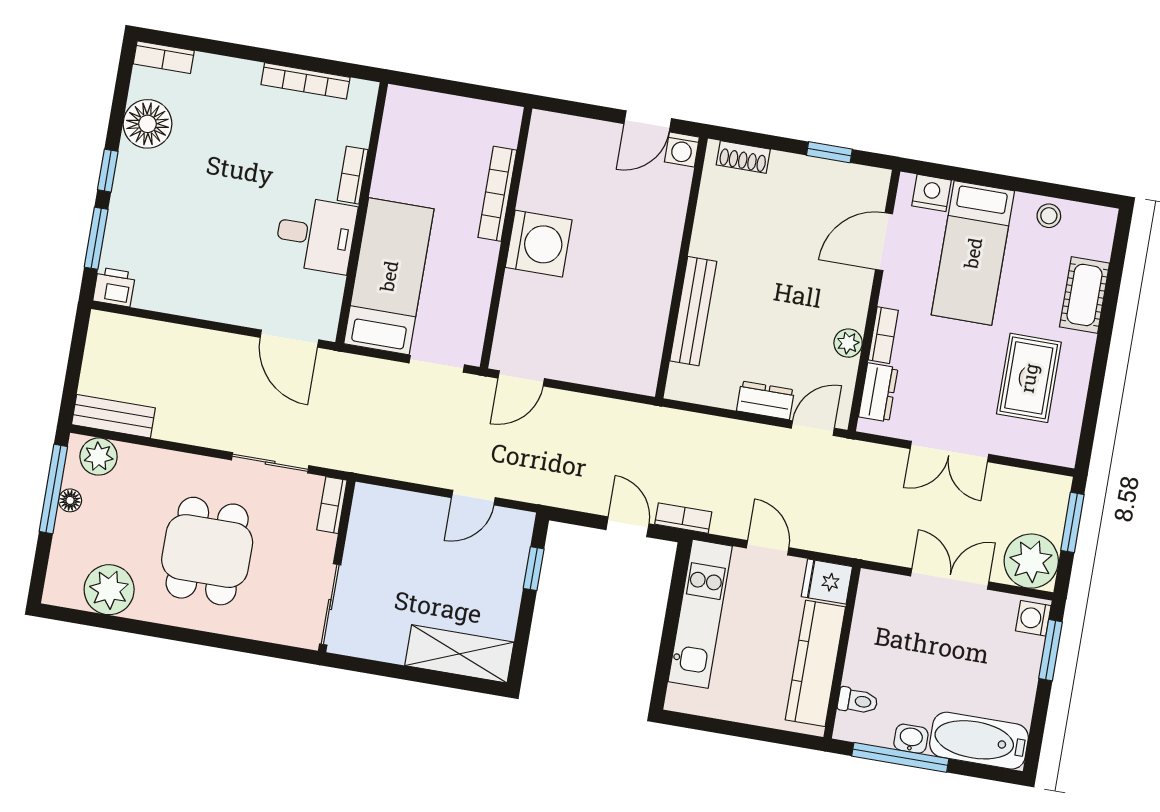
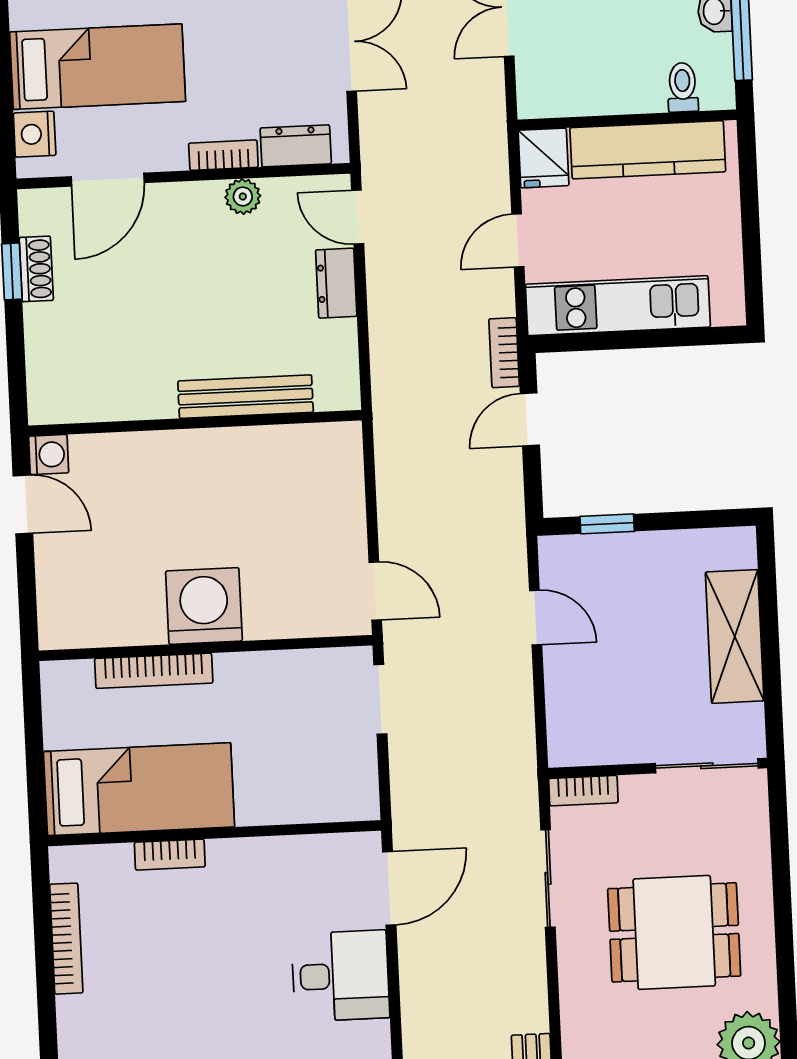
shoe rack: (743, 157) -> (36, 269), moved
desk: (316, 235) -> (341, 976), moved, turned 90
door: (884, 242) -> (108, 180), hinge flipped
bed: (389, 276) -> (139, 789), moved, turned 180
shelving: (459, 654) -> (735, 636), moved

